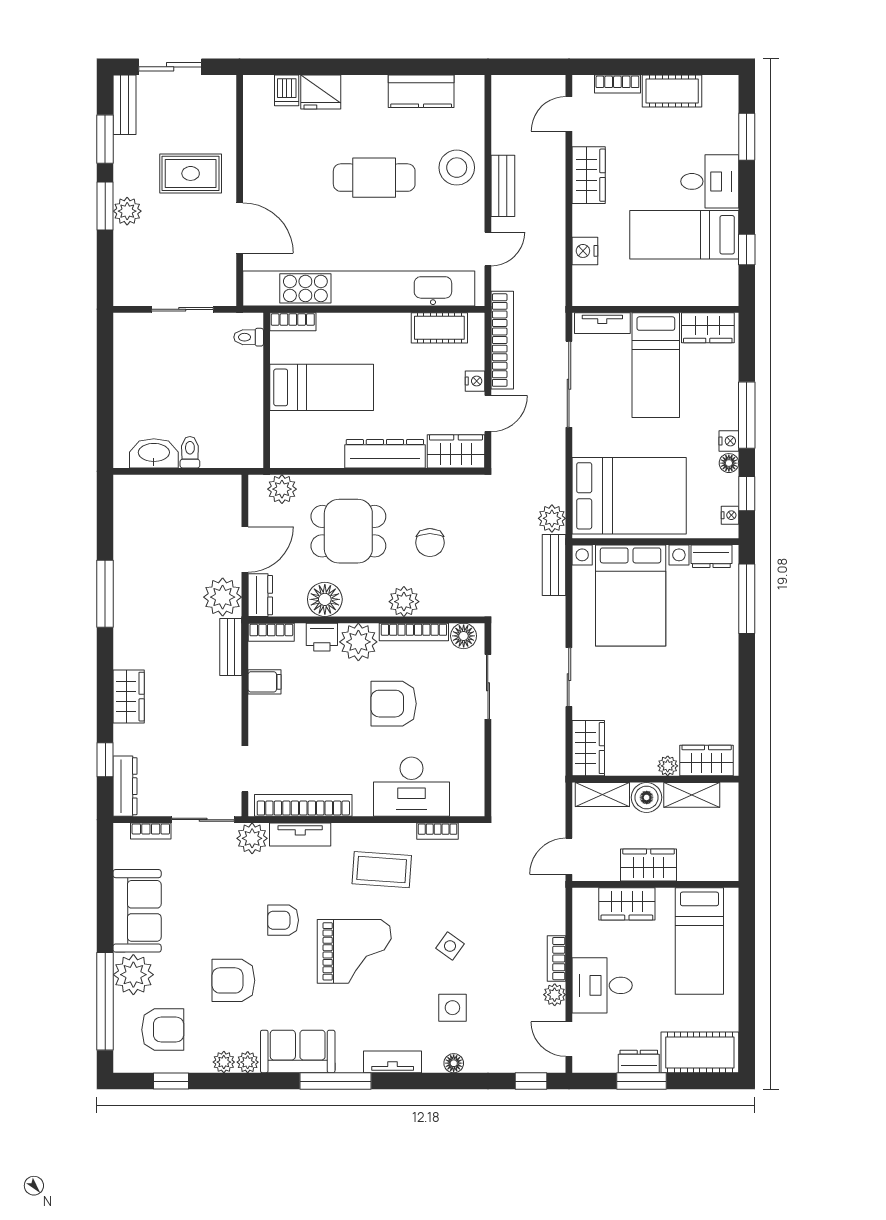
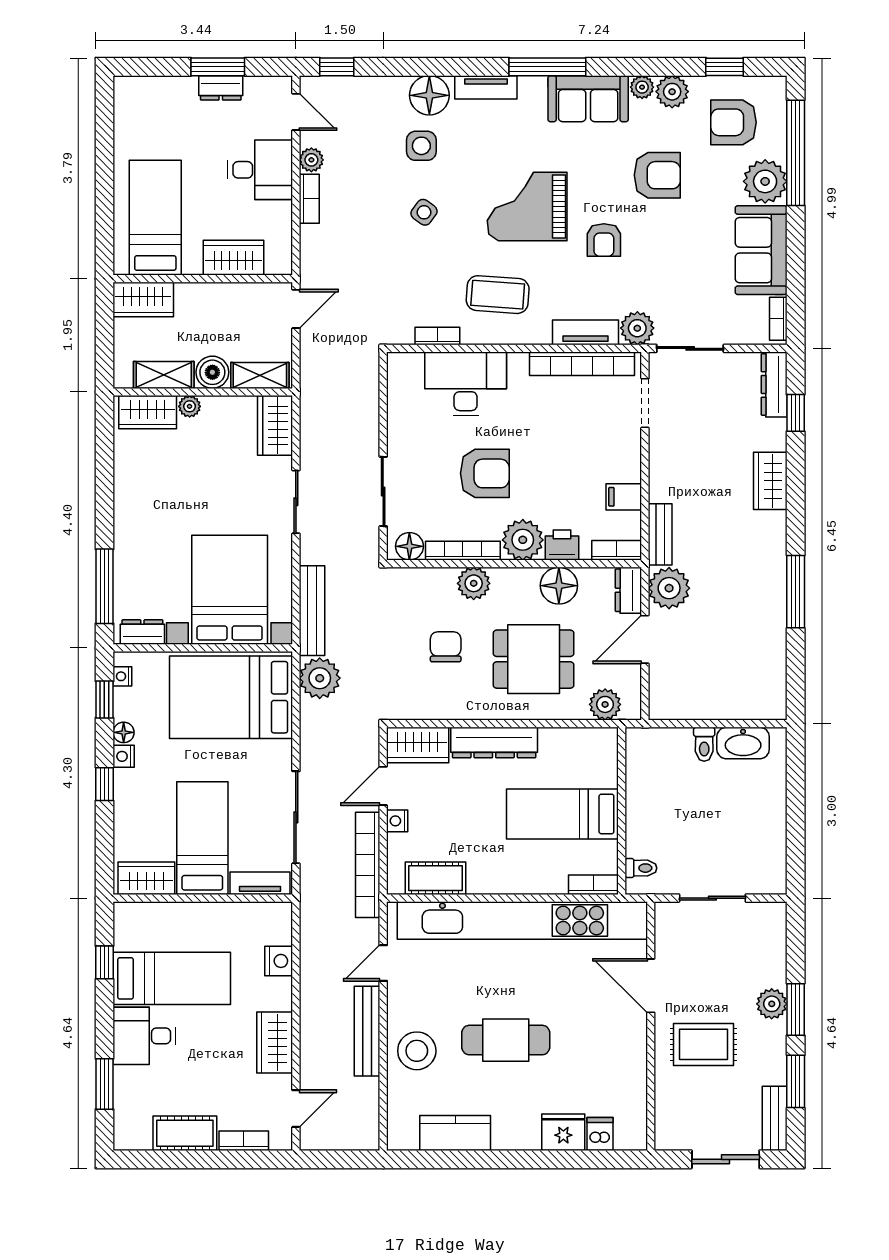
bench: (503, 186) -> (367, 1031), width x1.36
window: (747, 415) -> (104, 784), width x0.46
plant: (552, 518) -> (320, 678), width x1.36, depth x1.36
bench: (554, 565) -> (312, 611), width x1.36
bookcase: (151, 831) -> (778, 319), moved, turned -90
wardrobe: (649, 865) -> (143, 299), moved
armchair: (283, 920) -> (604, 240), turned 90
cot: (700, 1052) -> (155, 98), removed
plant: (224, 1062) -> (672, 92), width x1.38, depth x1.38
floor lamp: (454, 1063) -> (429, 95), width x1.89, depth x1.89

